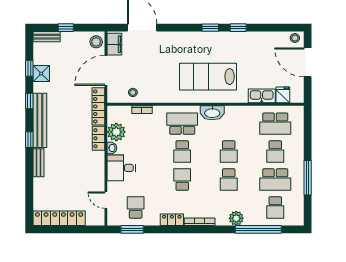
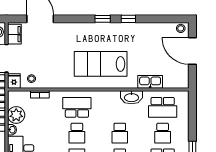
fridge: (283, 95) -> (14, 81), moved
washbasin: (212, 113) -> (131, 97), moved

